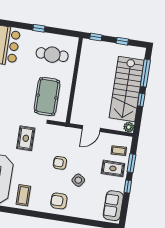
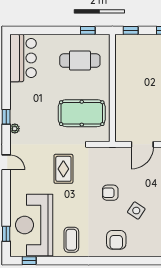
window: (39, 28) -> (88, 30), moved
pool table: (47, 96) -> (82, 113), turned 90
armchair: (59, 201) -> (116, 240), turned -90

